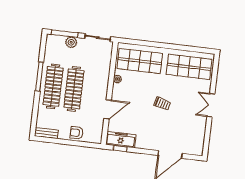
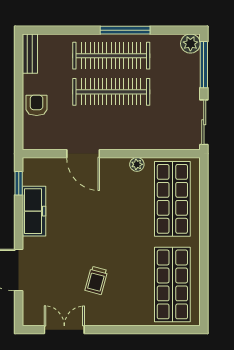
plant: (71, 42) -> (190, 44), moved
trolley: (162, 104) -> (96, 280), moved
double door: (211, 105) -> (64, 330), moved
freezer: (121, 140) -> (34, 211), moved

